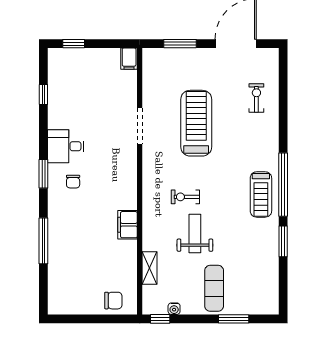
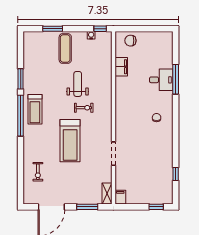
treadmill: (196, 123) -> (70, 141), moved
desk: (66, 146) -> (161, 80), moved
window: (43, 174) -> (176, 123), removed
treadmill: (261, 194) -> (35, 109), turned 180
filing cabinet: (128, 225) -> (121, 67), moved
weight bench: (195, 233) -> (78, 84), turned 180
shelving: (150, 268) -> (107, 194), moved

